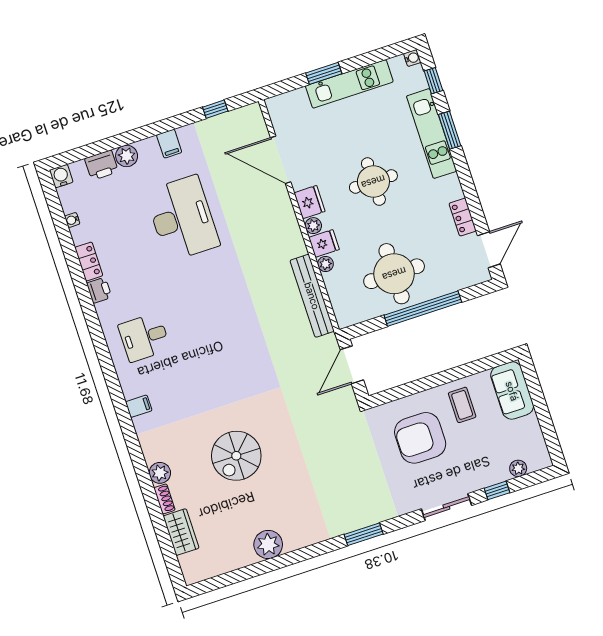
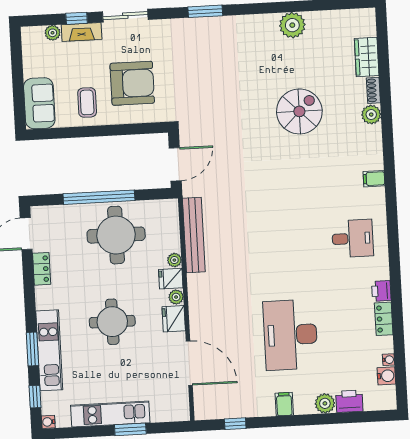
water cooler: (61, 176) -> (386, 376), moved, turned -90
fireplace: (488, 477) -> (82, 32), added

